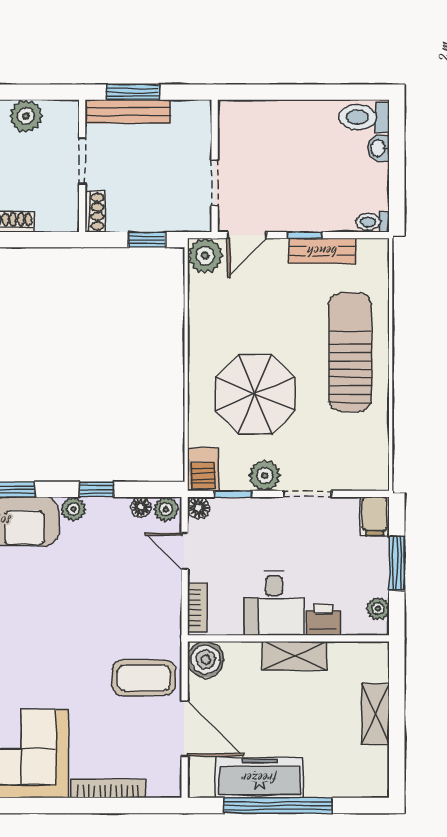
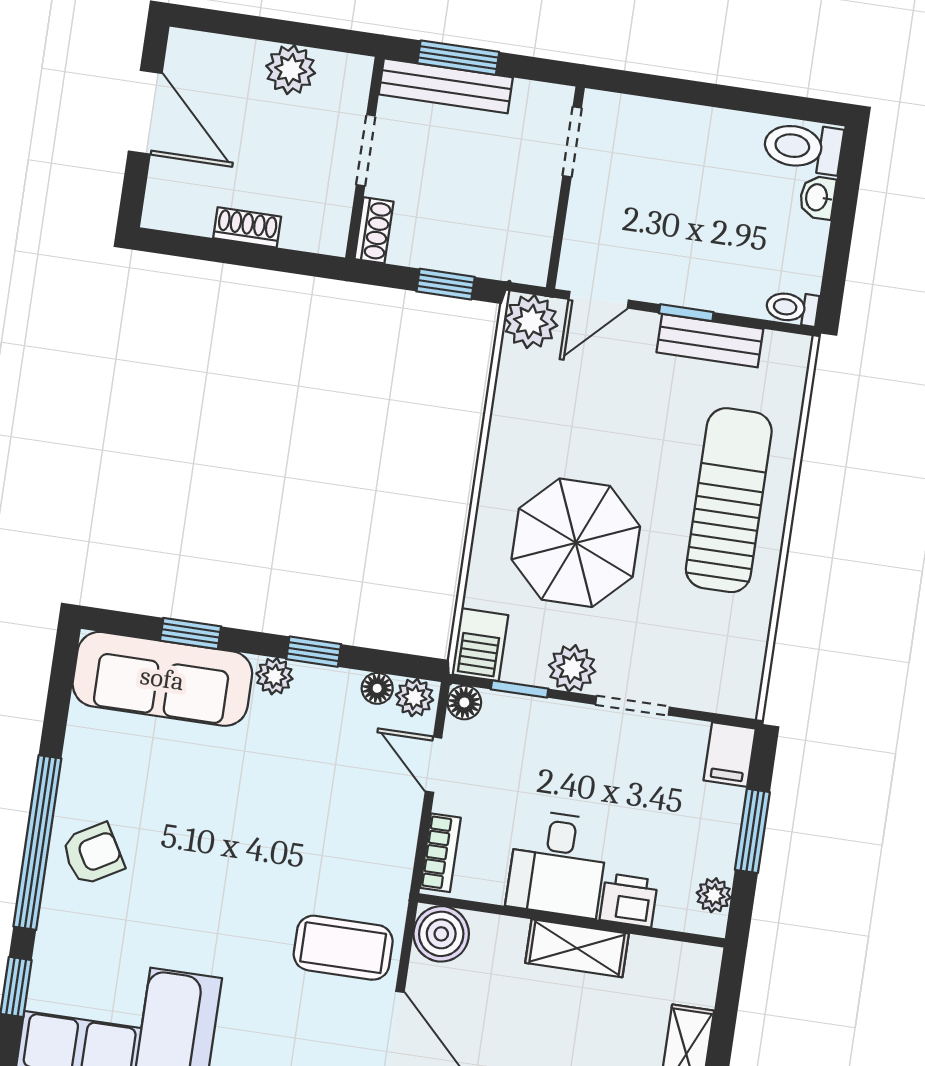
doorway: (215, 183) -> (572, 142), moved

